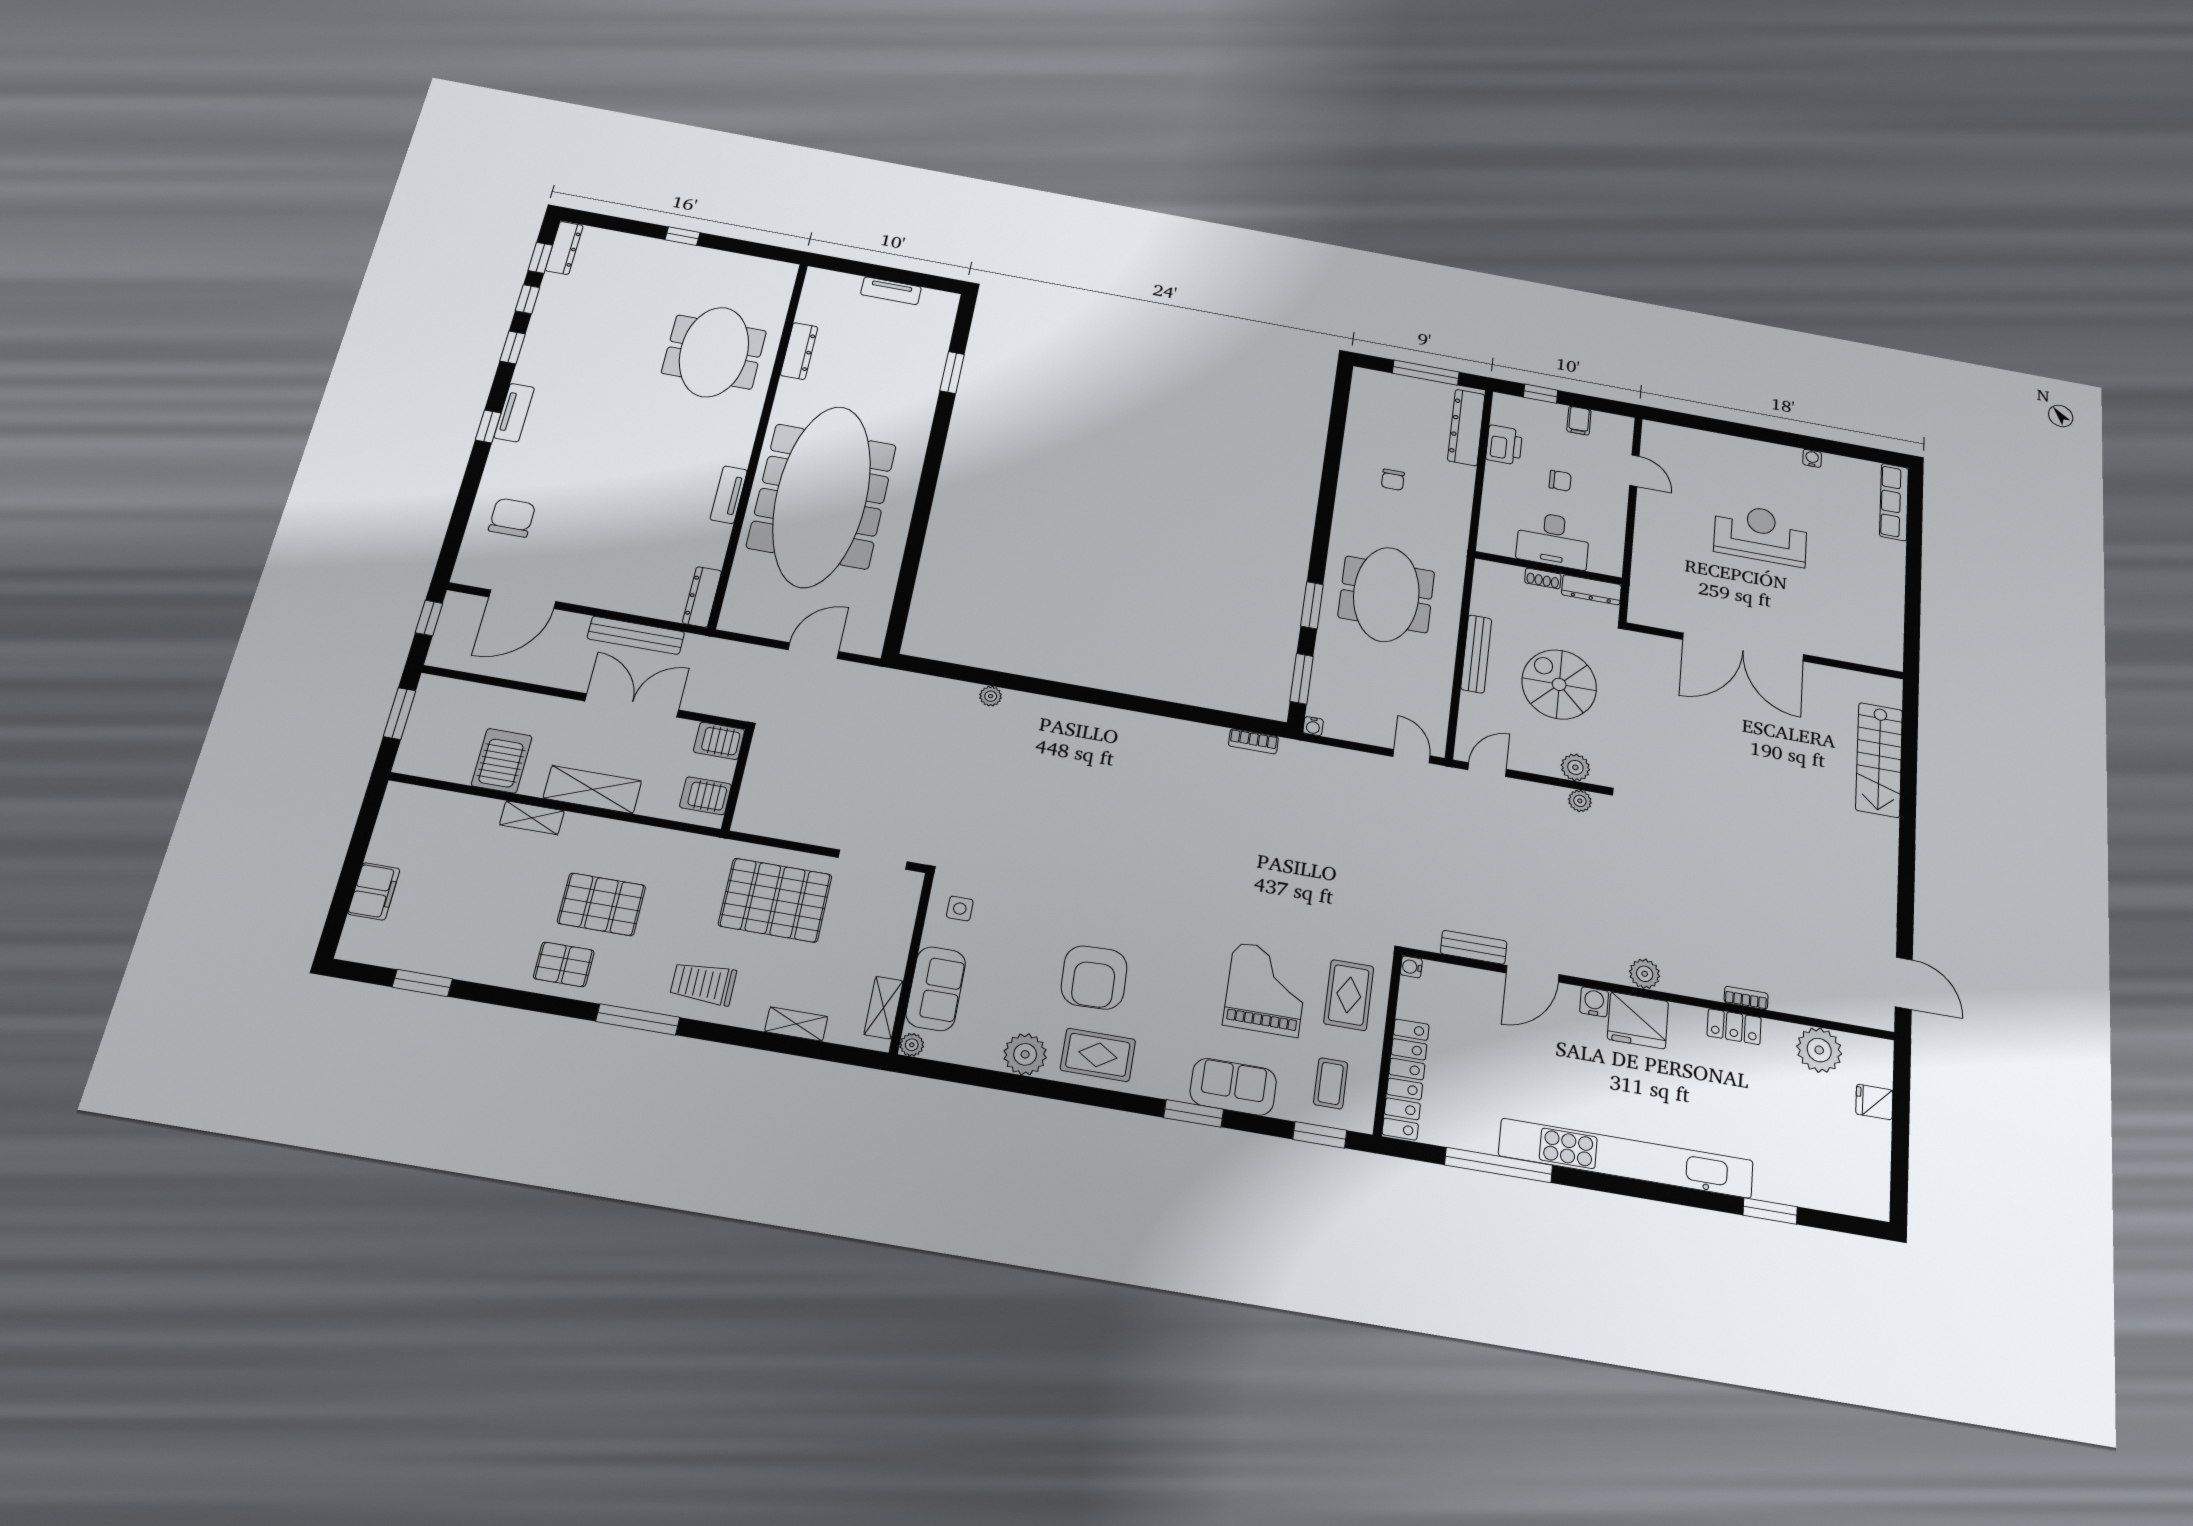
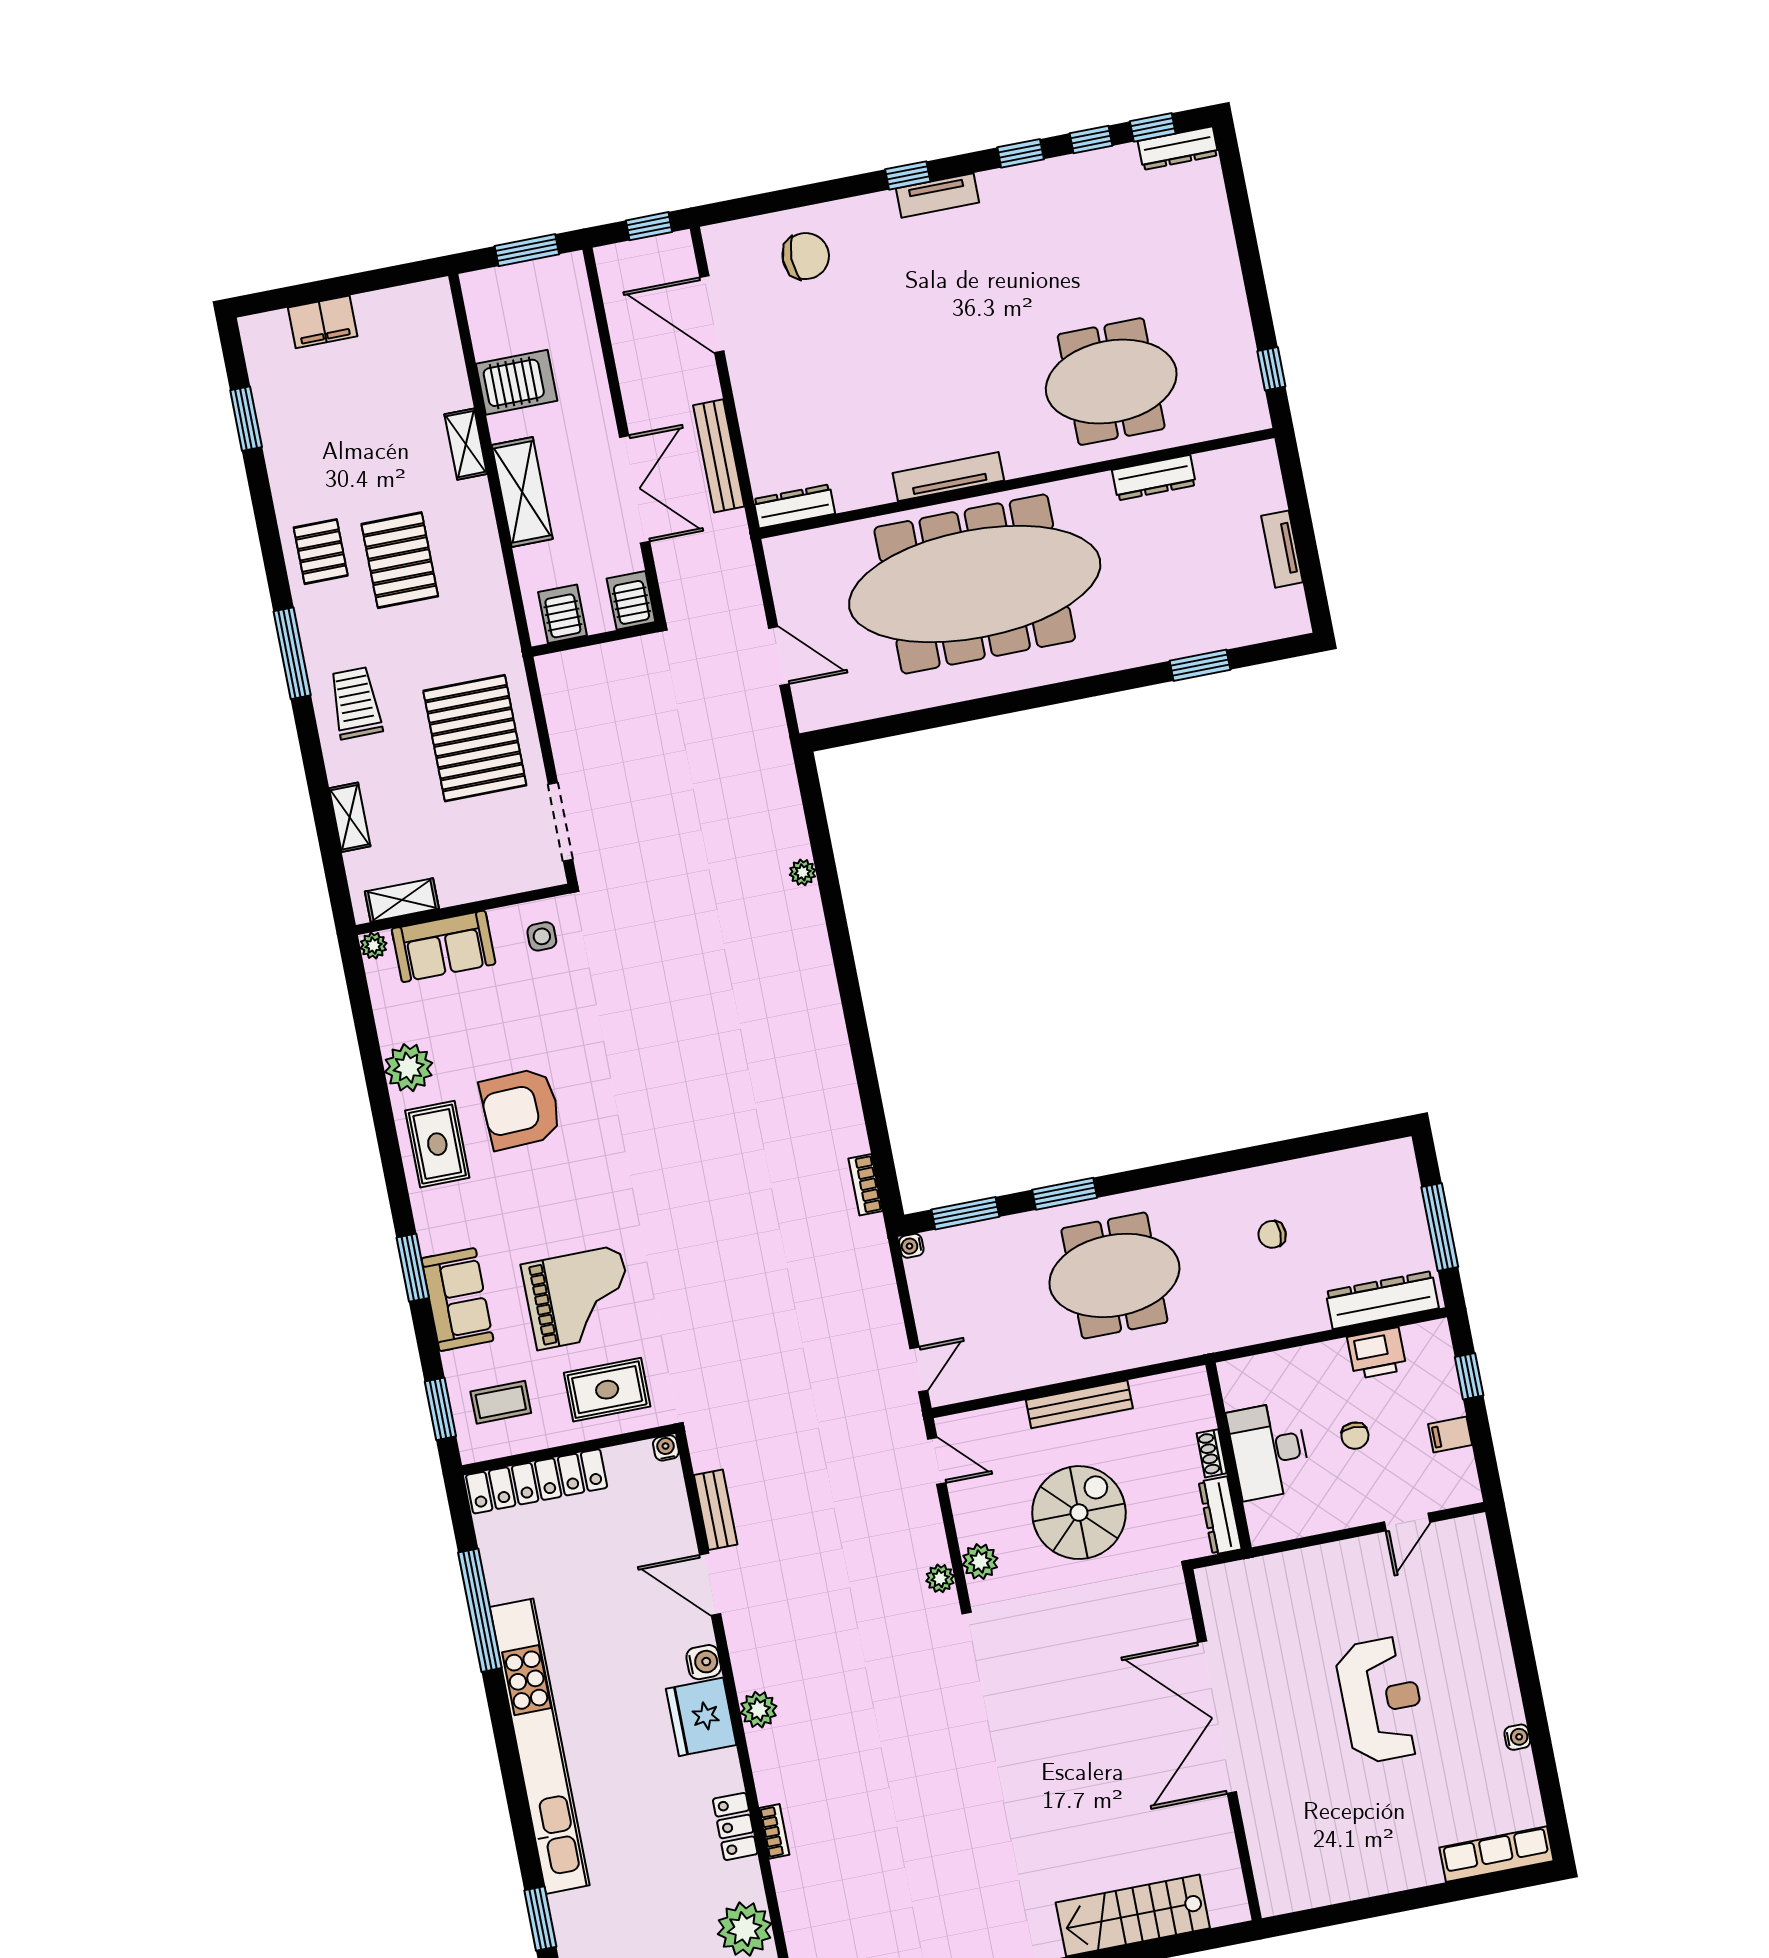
window: (682, 236) -> (1271, 369), moved
tv unit: (729, 495) -> (948, 477), width x1.41

